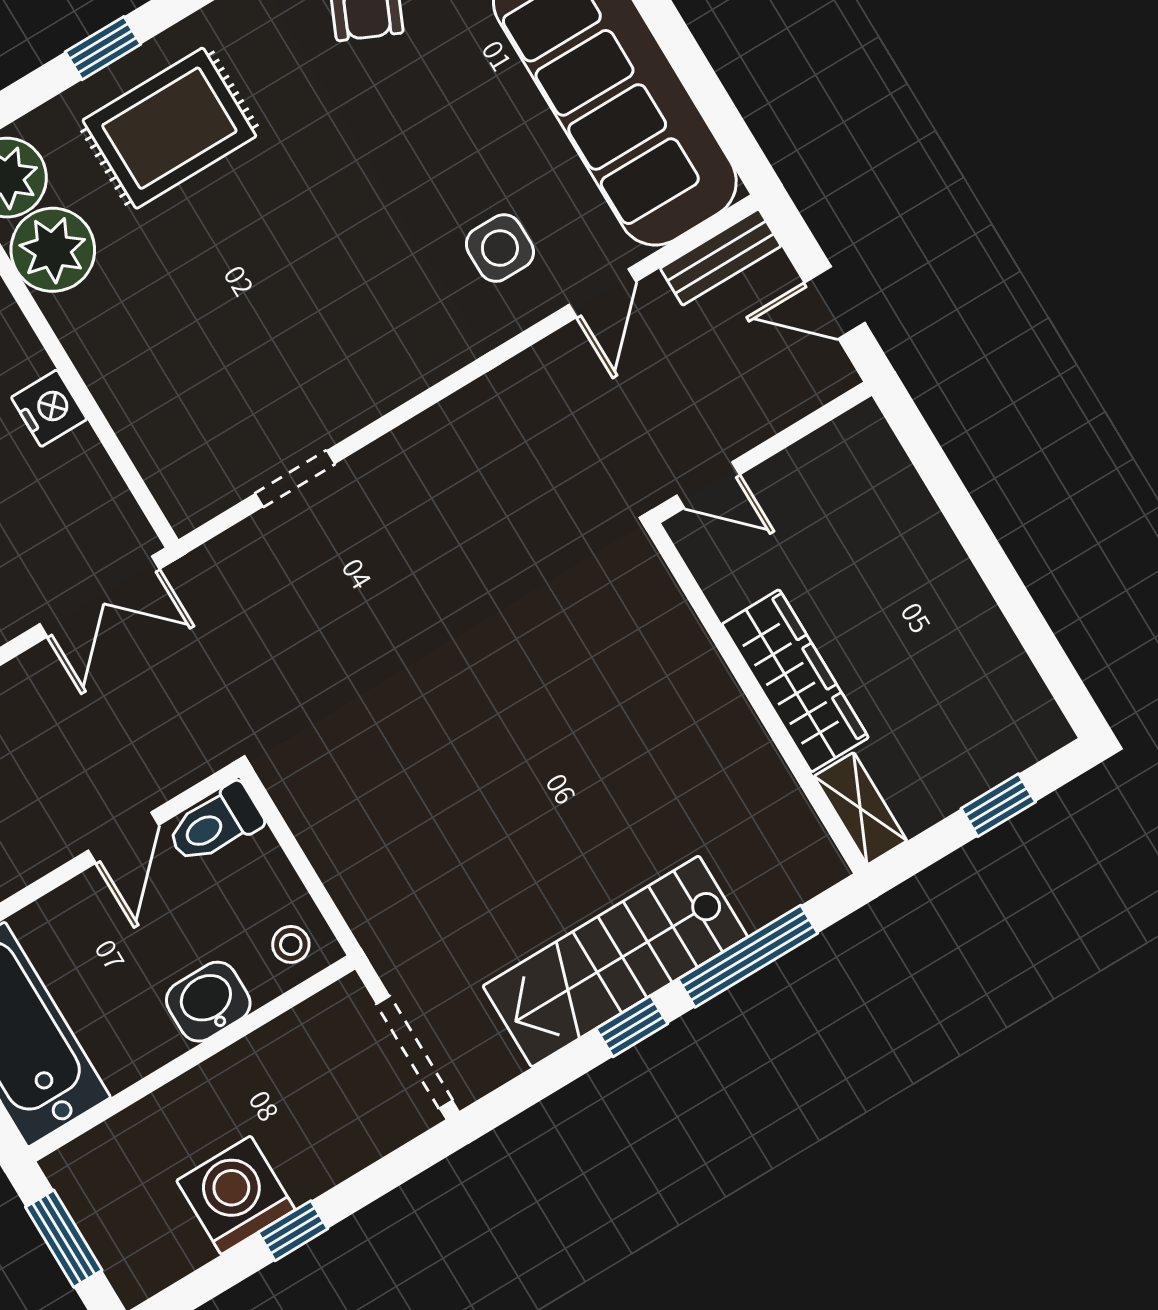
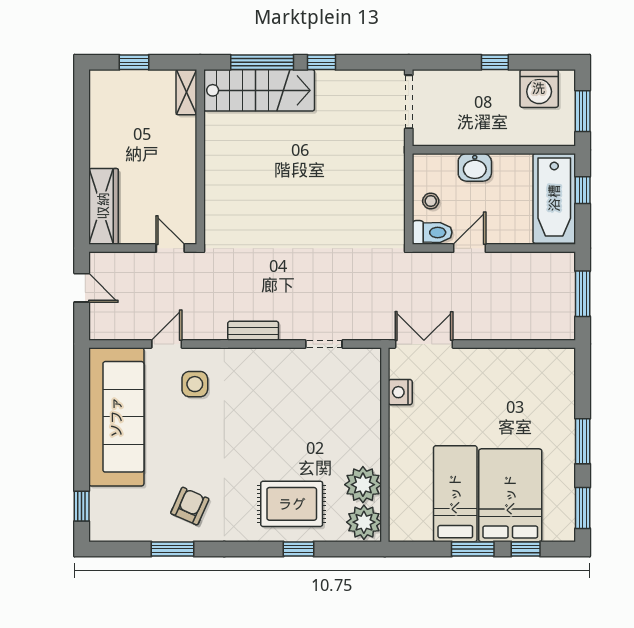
bench: (721, 257) -> (253, 331), moved
nightstand: (49, 408) -> (400, 392), moved
wardrobe: (795, 681) -> (103, 206), moved, turned 180
stool: (291, 944) -> (431, 201), moved
stairs: (615, 961) -> (259, 90), moved
washing machine: (236, 1195) -> (539, 88), moved

